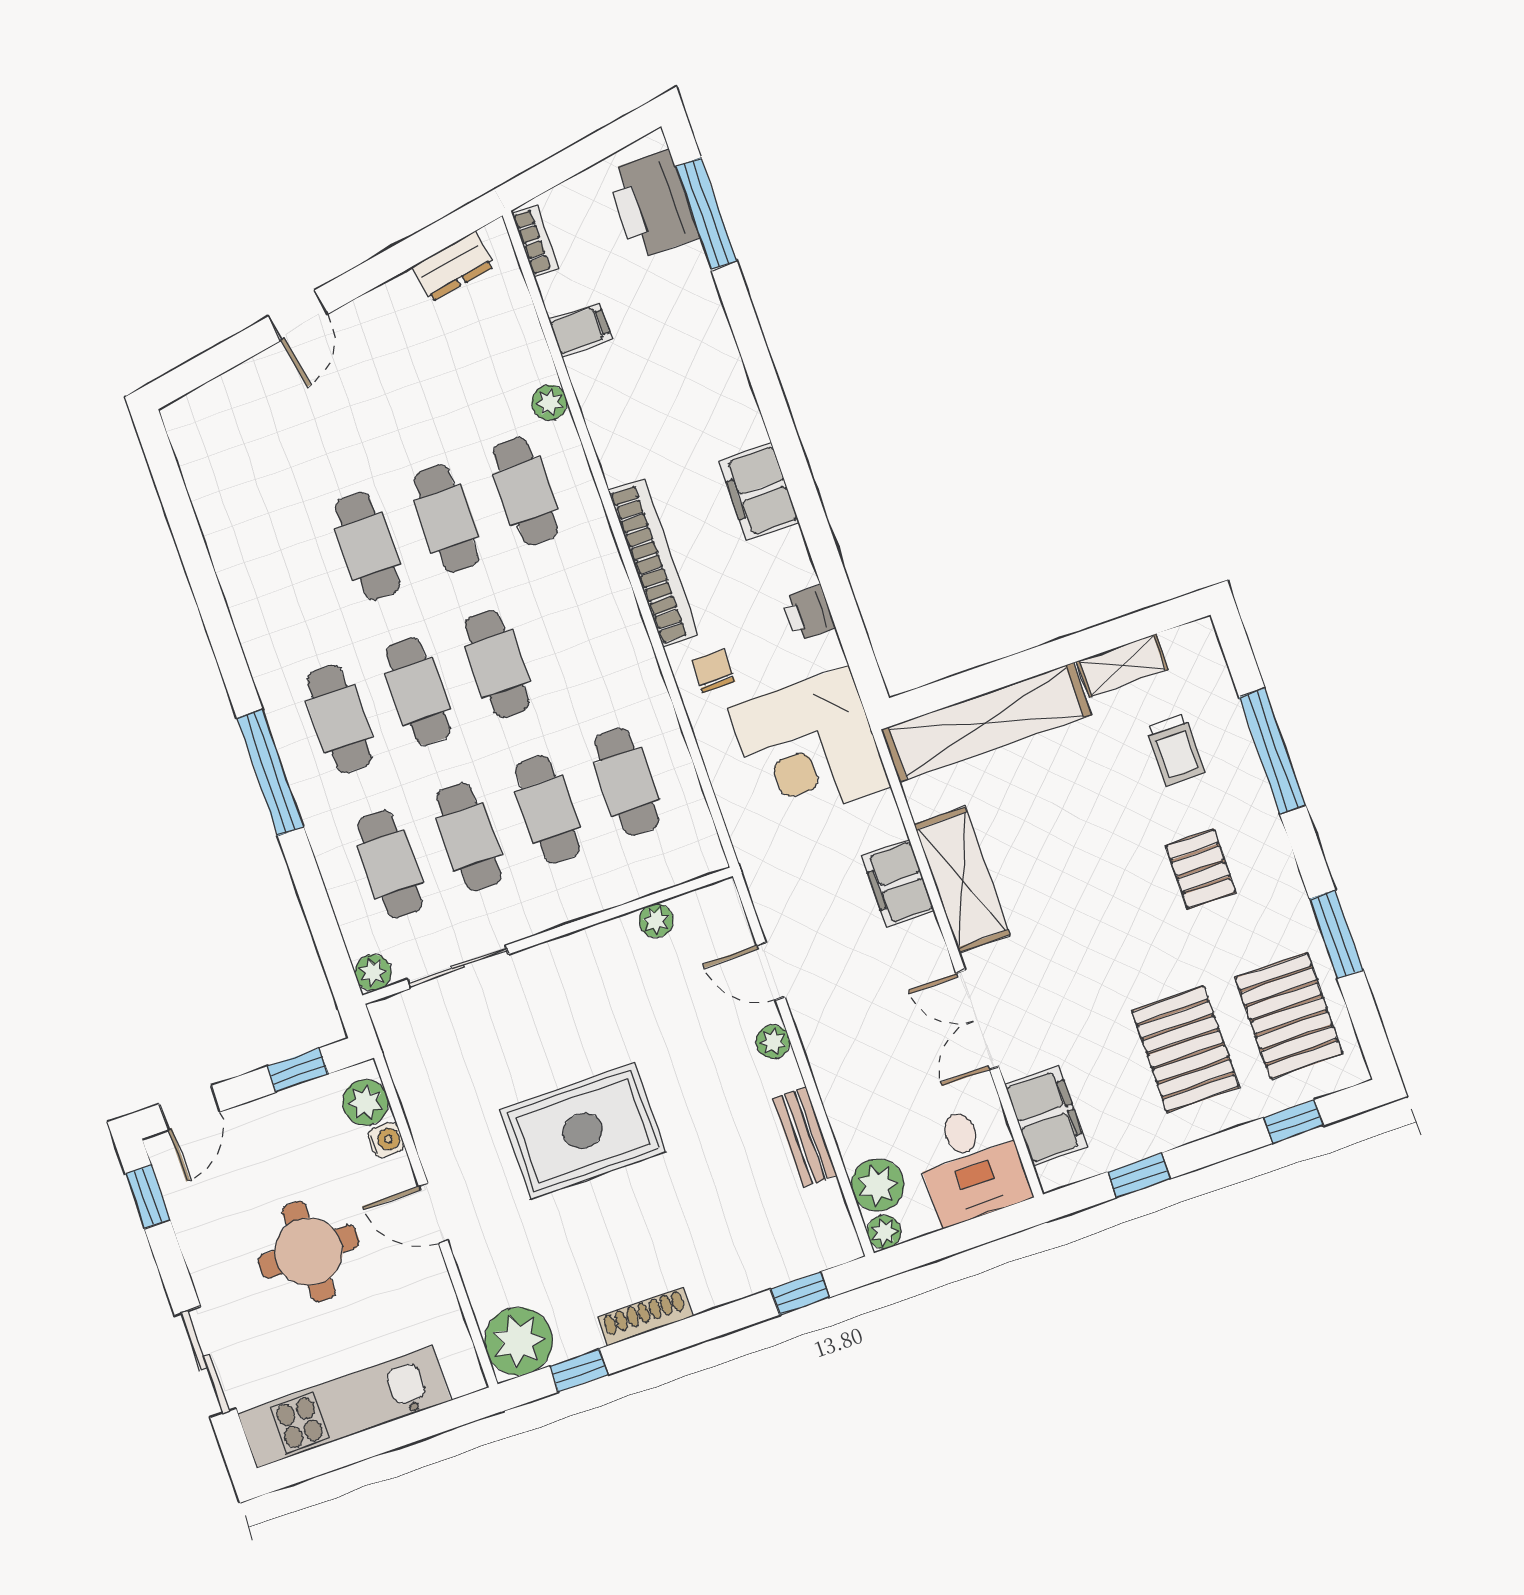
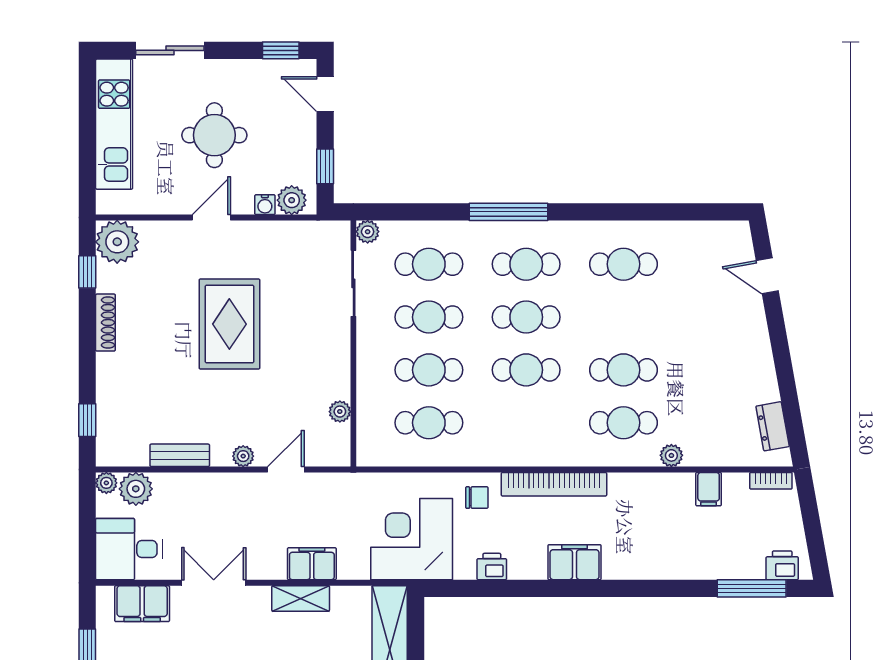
printer: (653, 204) -> (782, 565), width x0.53, depth x0.68
door: (298, 315) -> (767, 276), moved
cafe table: (368, 546) -> (623, 264), moved
shelving: (962, 880) -> (301, 598), width x0.67, depth x0.75

